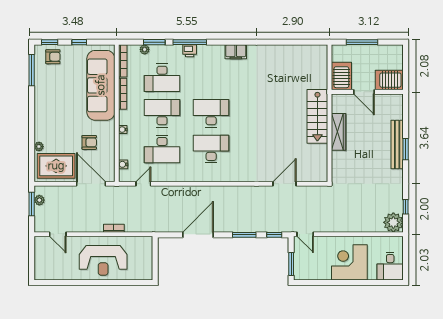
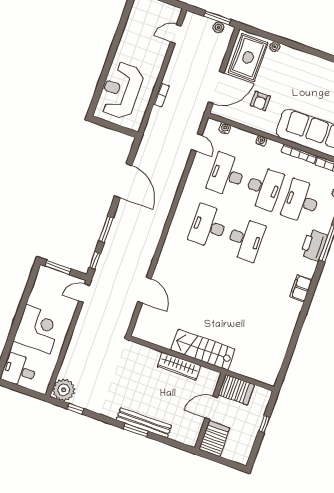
window: (362, 42) -> (264, 424), width x0.46
printer: (190, 51) -> (314, 245), width x1.87, depth x1.48
desk: (211, 149) -> (208, 226), turned 180
reception desk: (103, 260) -> (121, 90), moved

